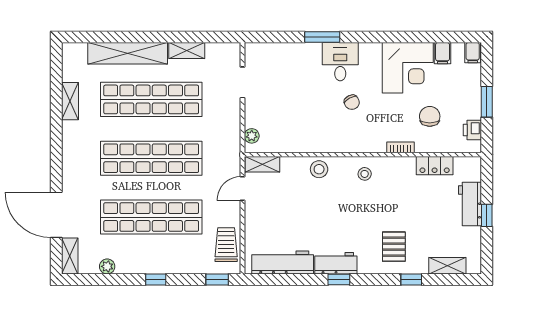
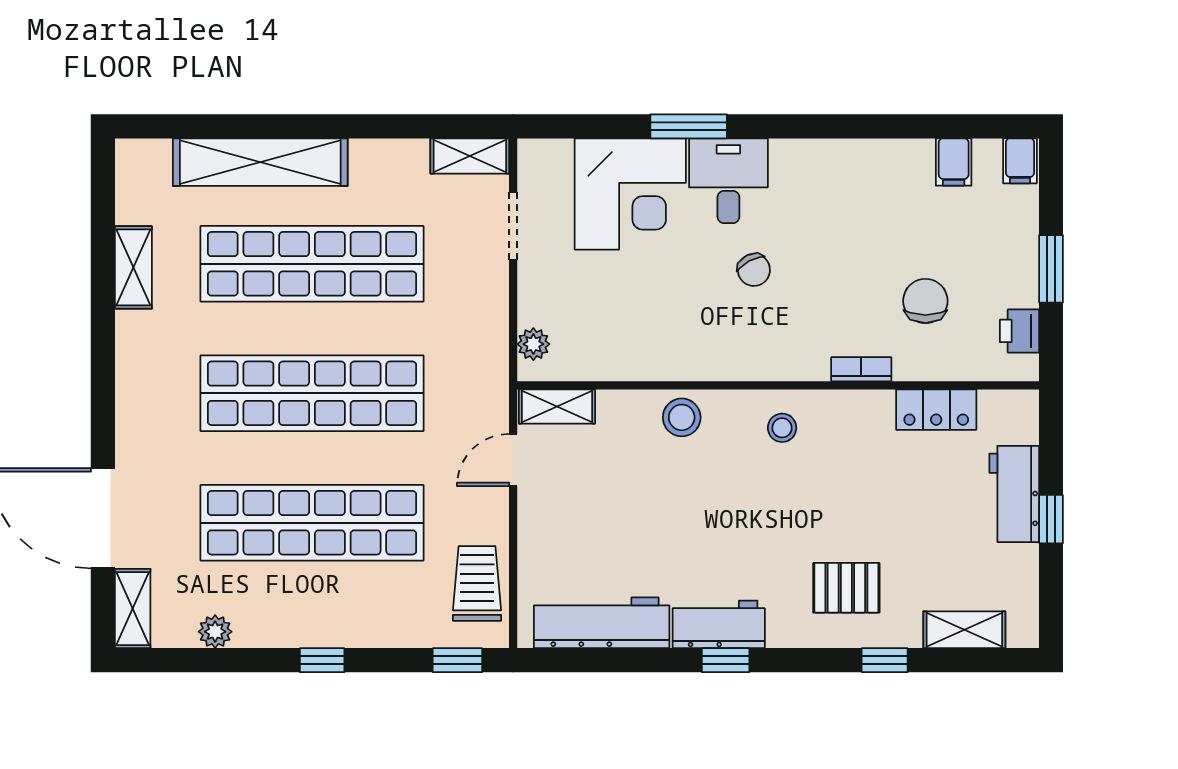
shelving: (187, 51) -> (470, 156), moved
corner desk: (408, 68) -> (630, 194), moved
pallet: (394, 247) -> (846, 588), turned 90

